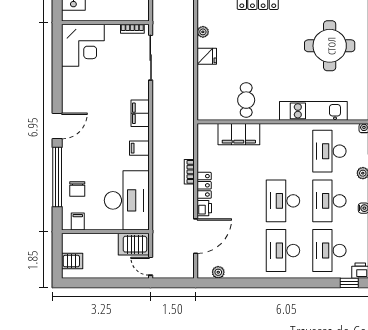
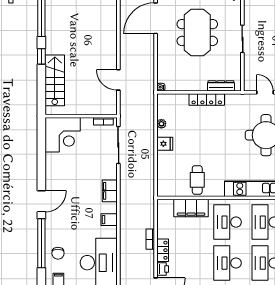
desk: (283, 151) -> (228, 222), added

